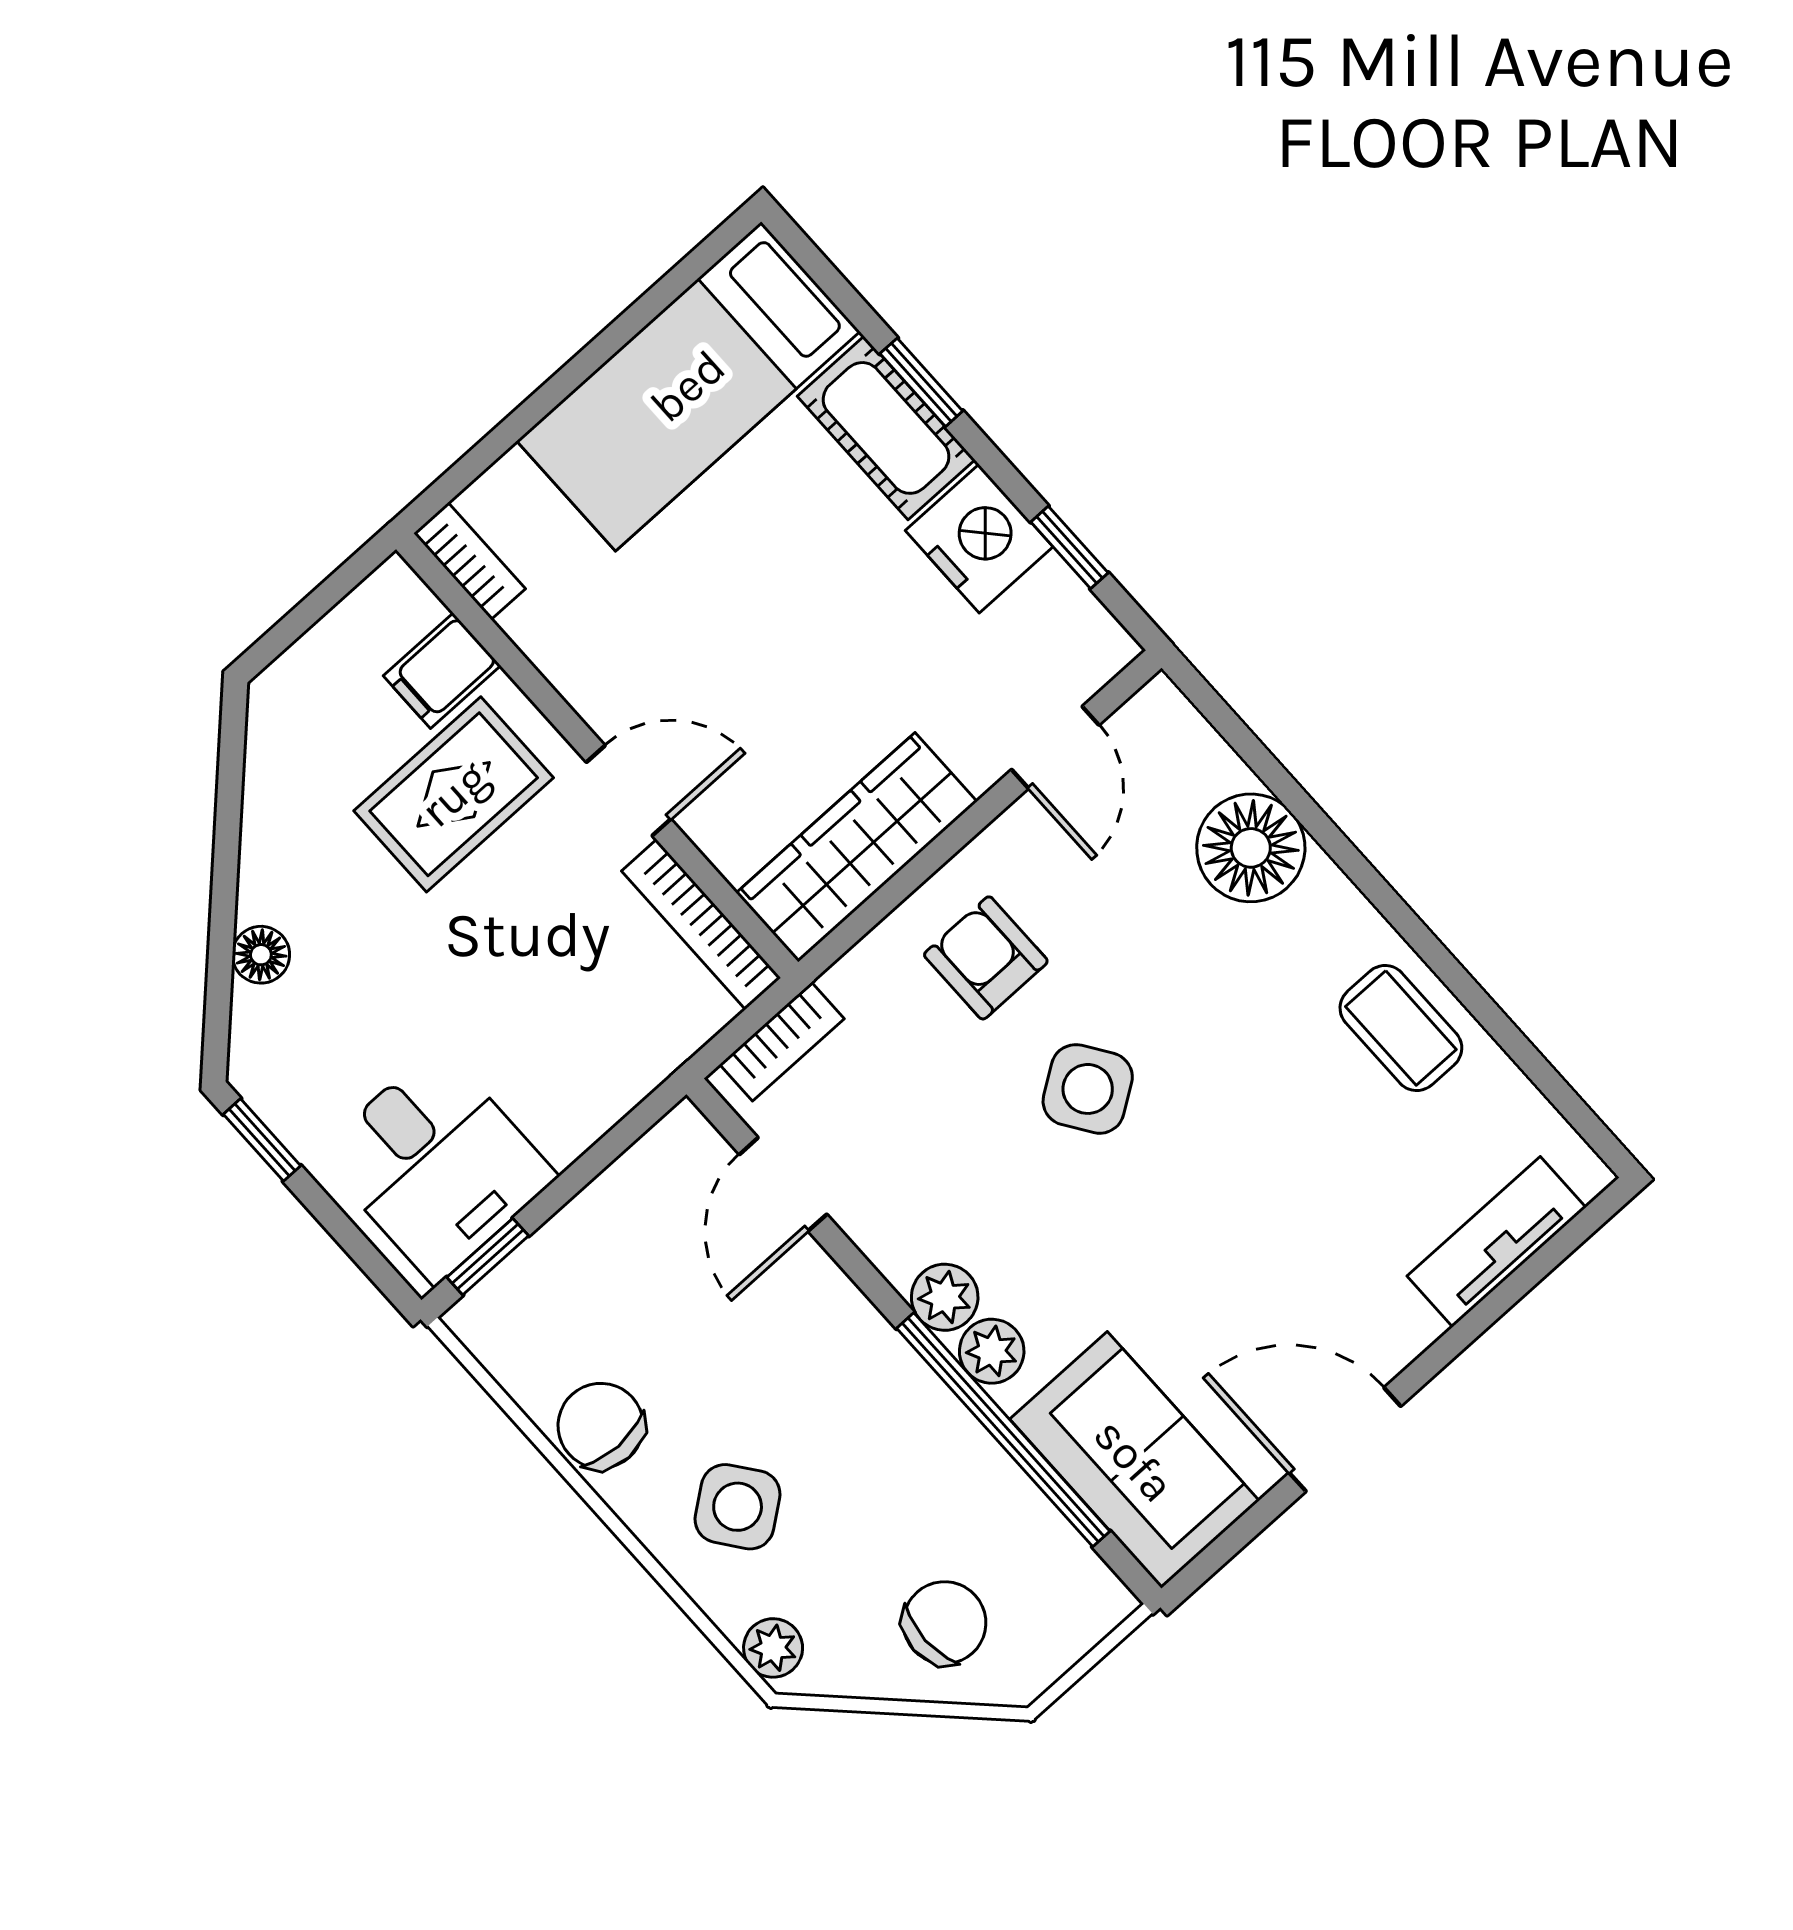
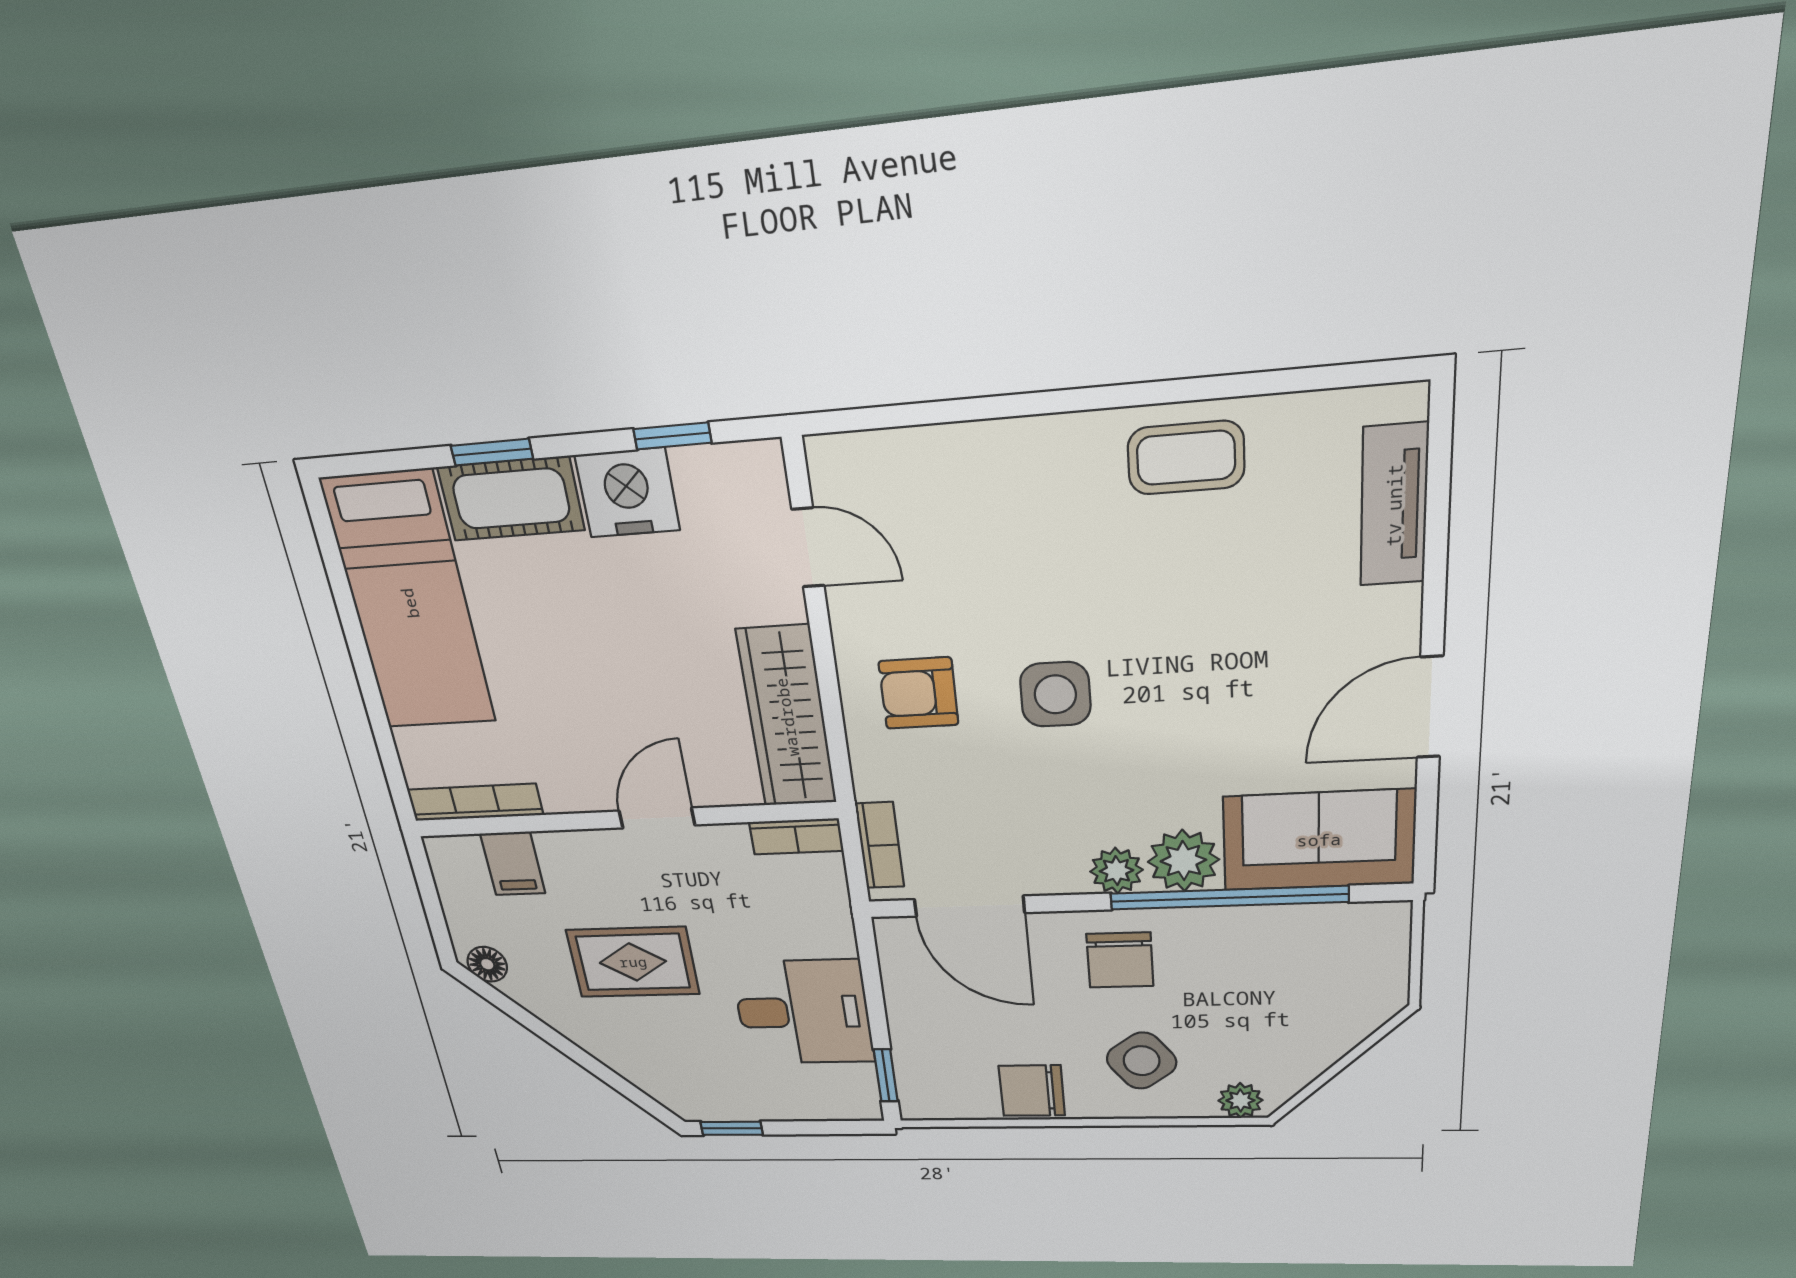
bookcase: (469, 561) -> (475, 802), width x1.56
rug: (454, 794) -> (633, 962), moved, turned 90
floor lamp: (1251, 848) -> (975, 468), removed
bookcase: (701, 925) -> (796, 836), width x0.64
floor lamp: (261, 955) -> (487, 964), moved
side table: (1088, 1089) -> (1055, 694), turned 34
desk: (437, 1165) -> (803, 1012), moved
door: (783, 1184) -> (969, 906), width x1.38
plant: (992, 1351) -> (1183, 861), width x1.38, depth x1.38
chair: (945, 1623) -> (1120, 960), moved, turned 180

